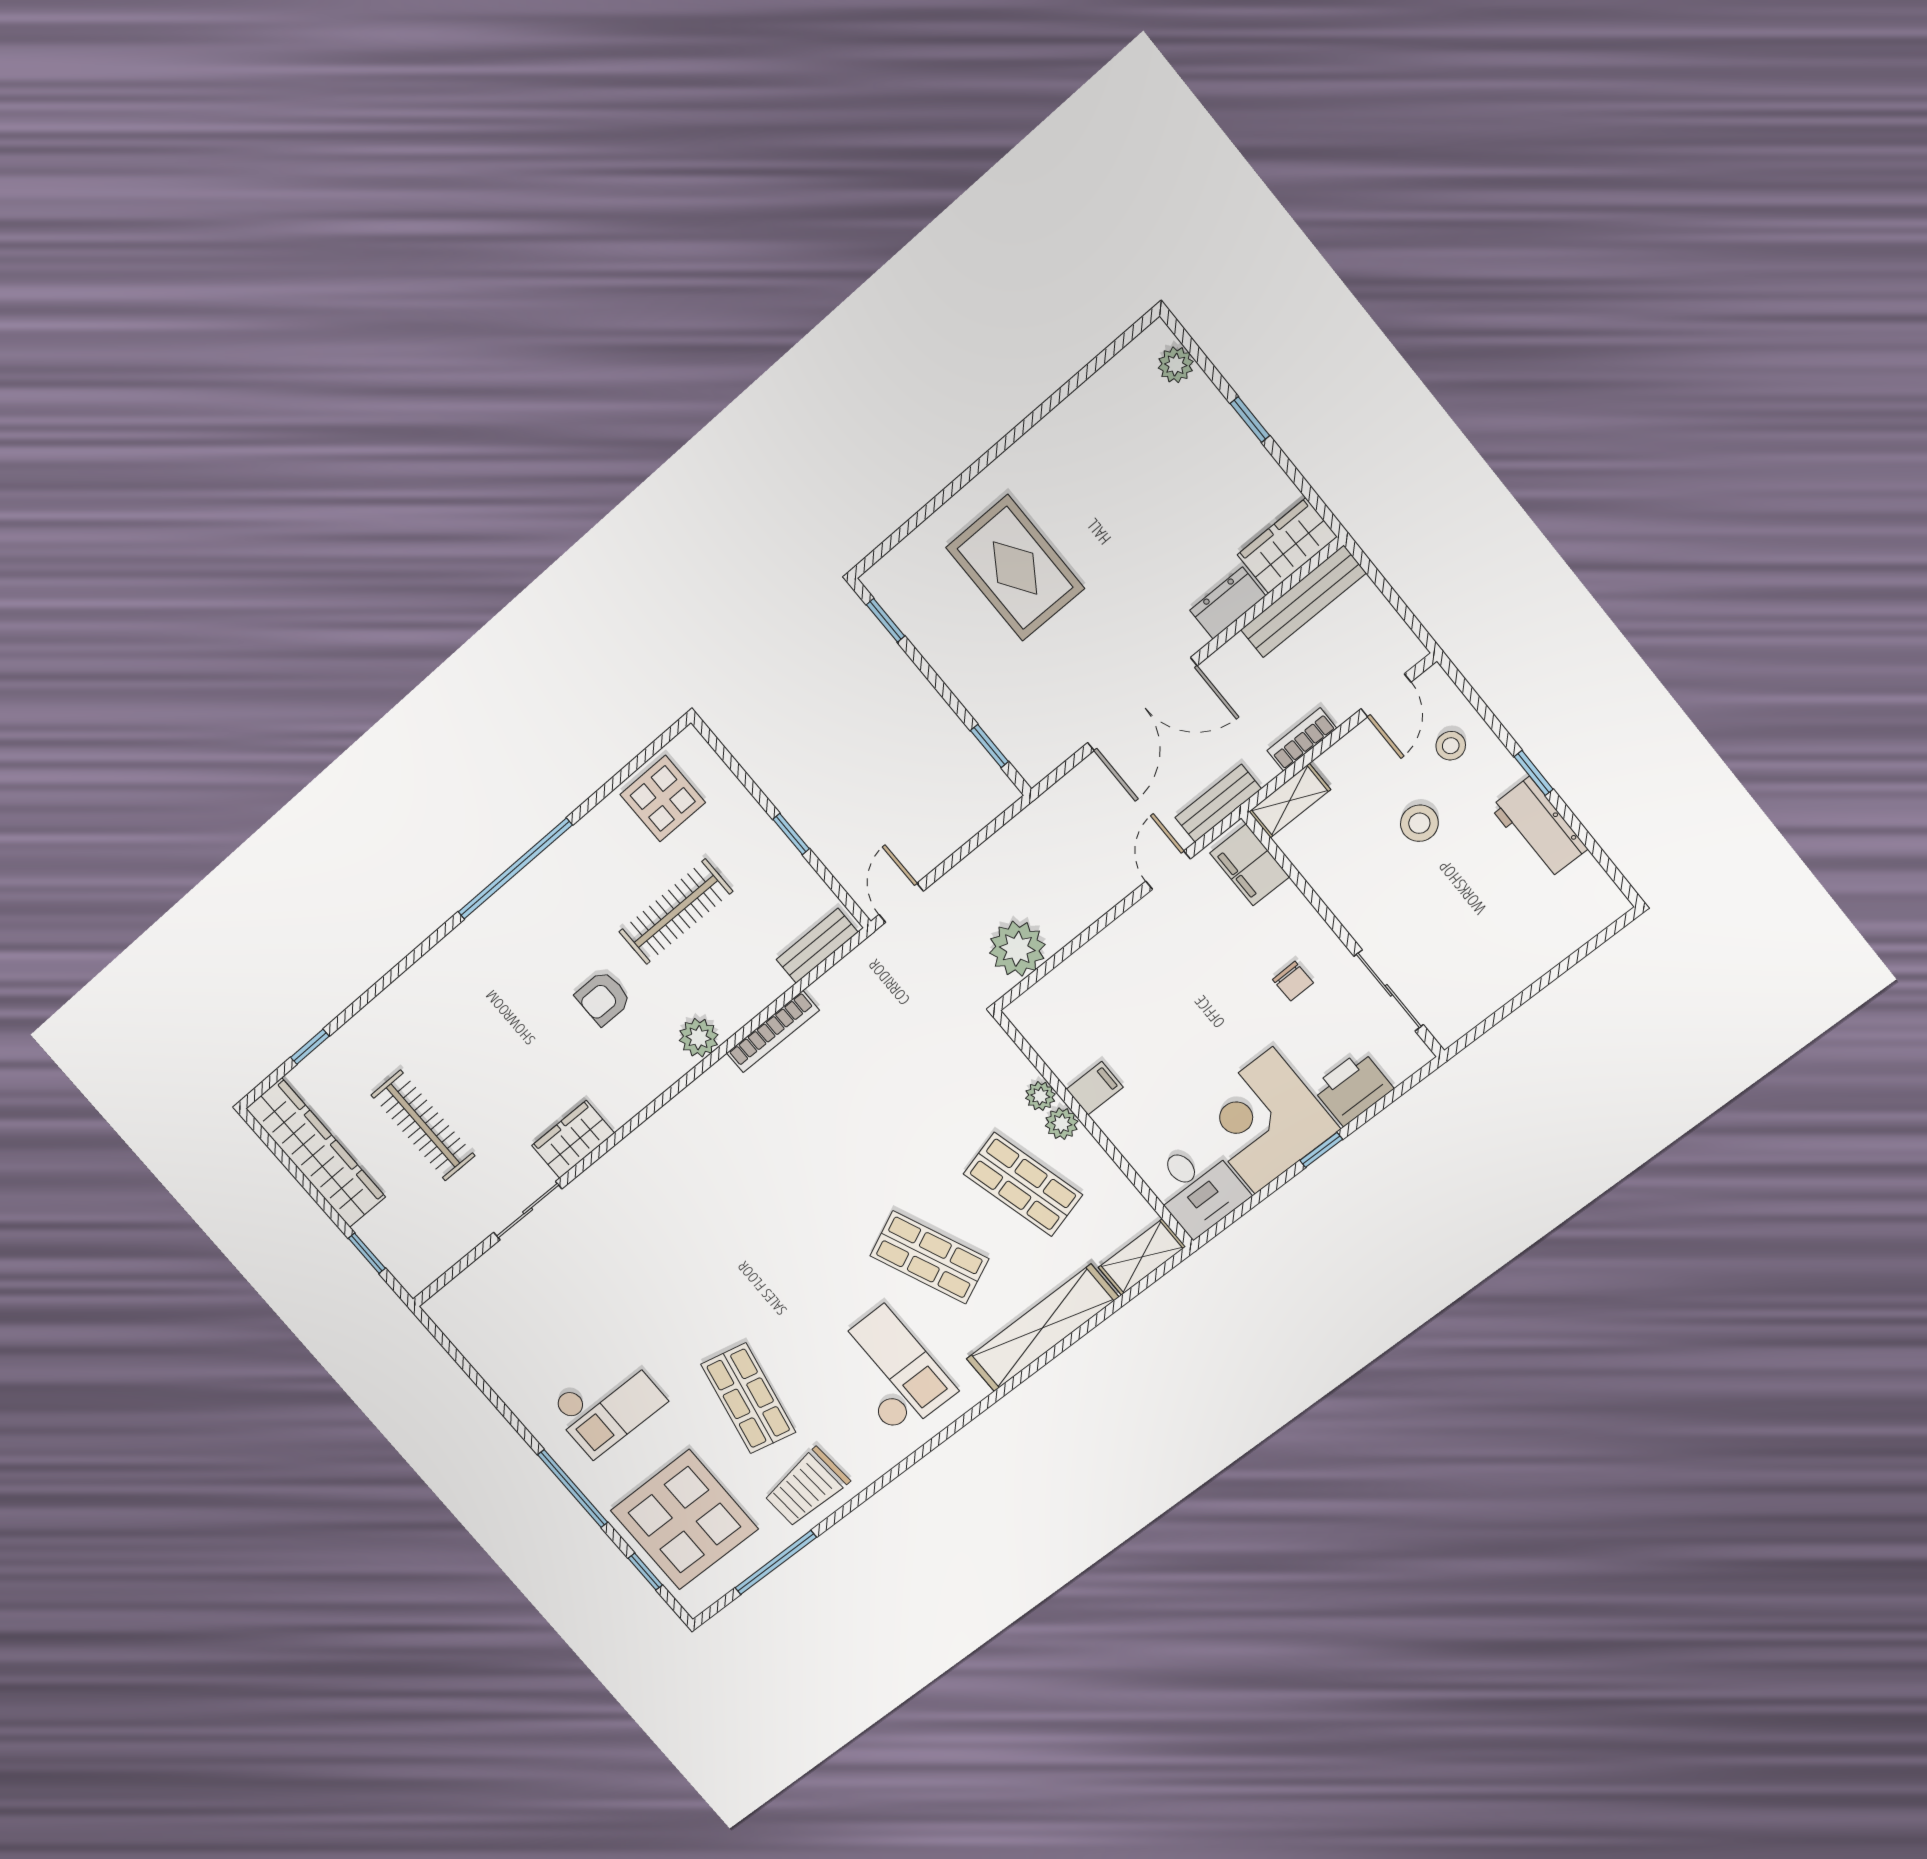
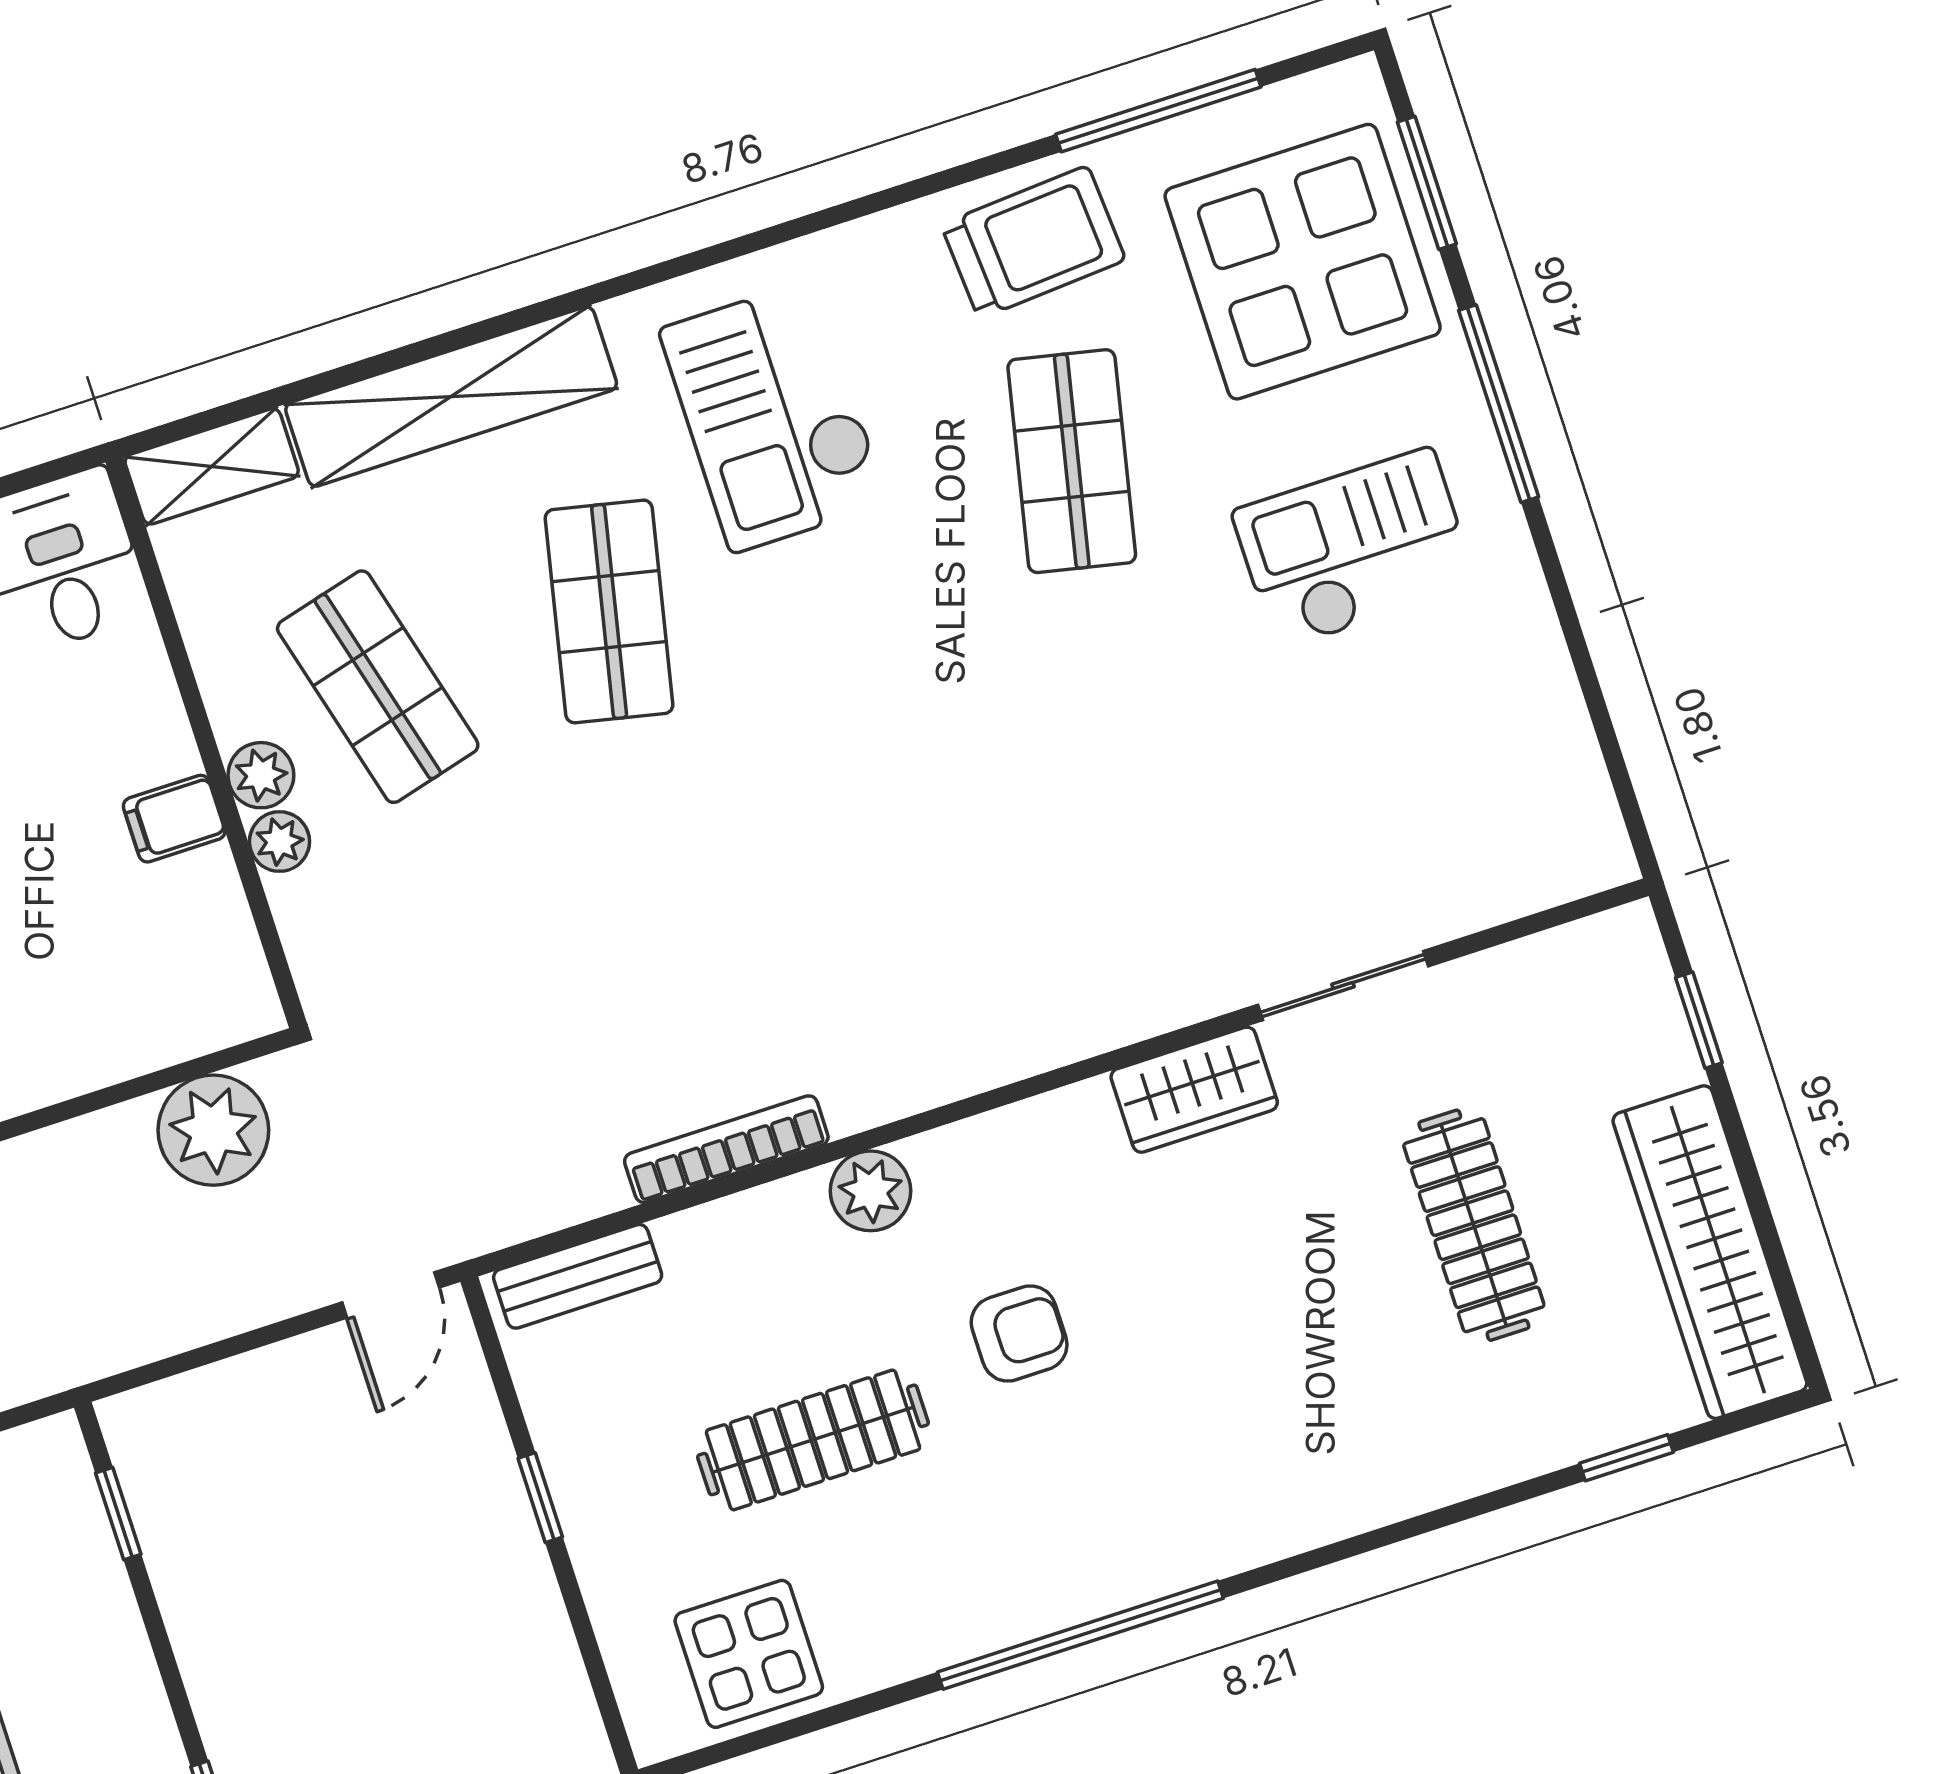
shop shelf: (929, 1257) -> (609, 611), turned 36
window: (645, 1572) -> (1427, 183), width x1.50

